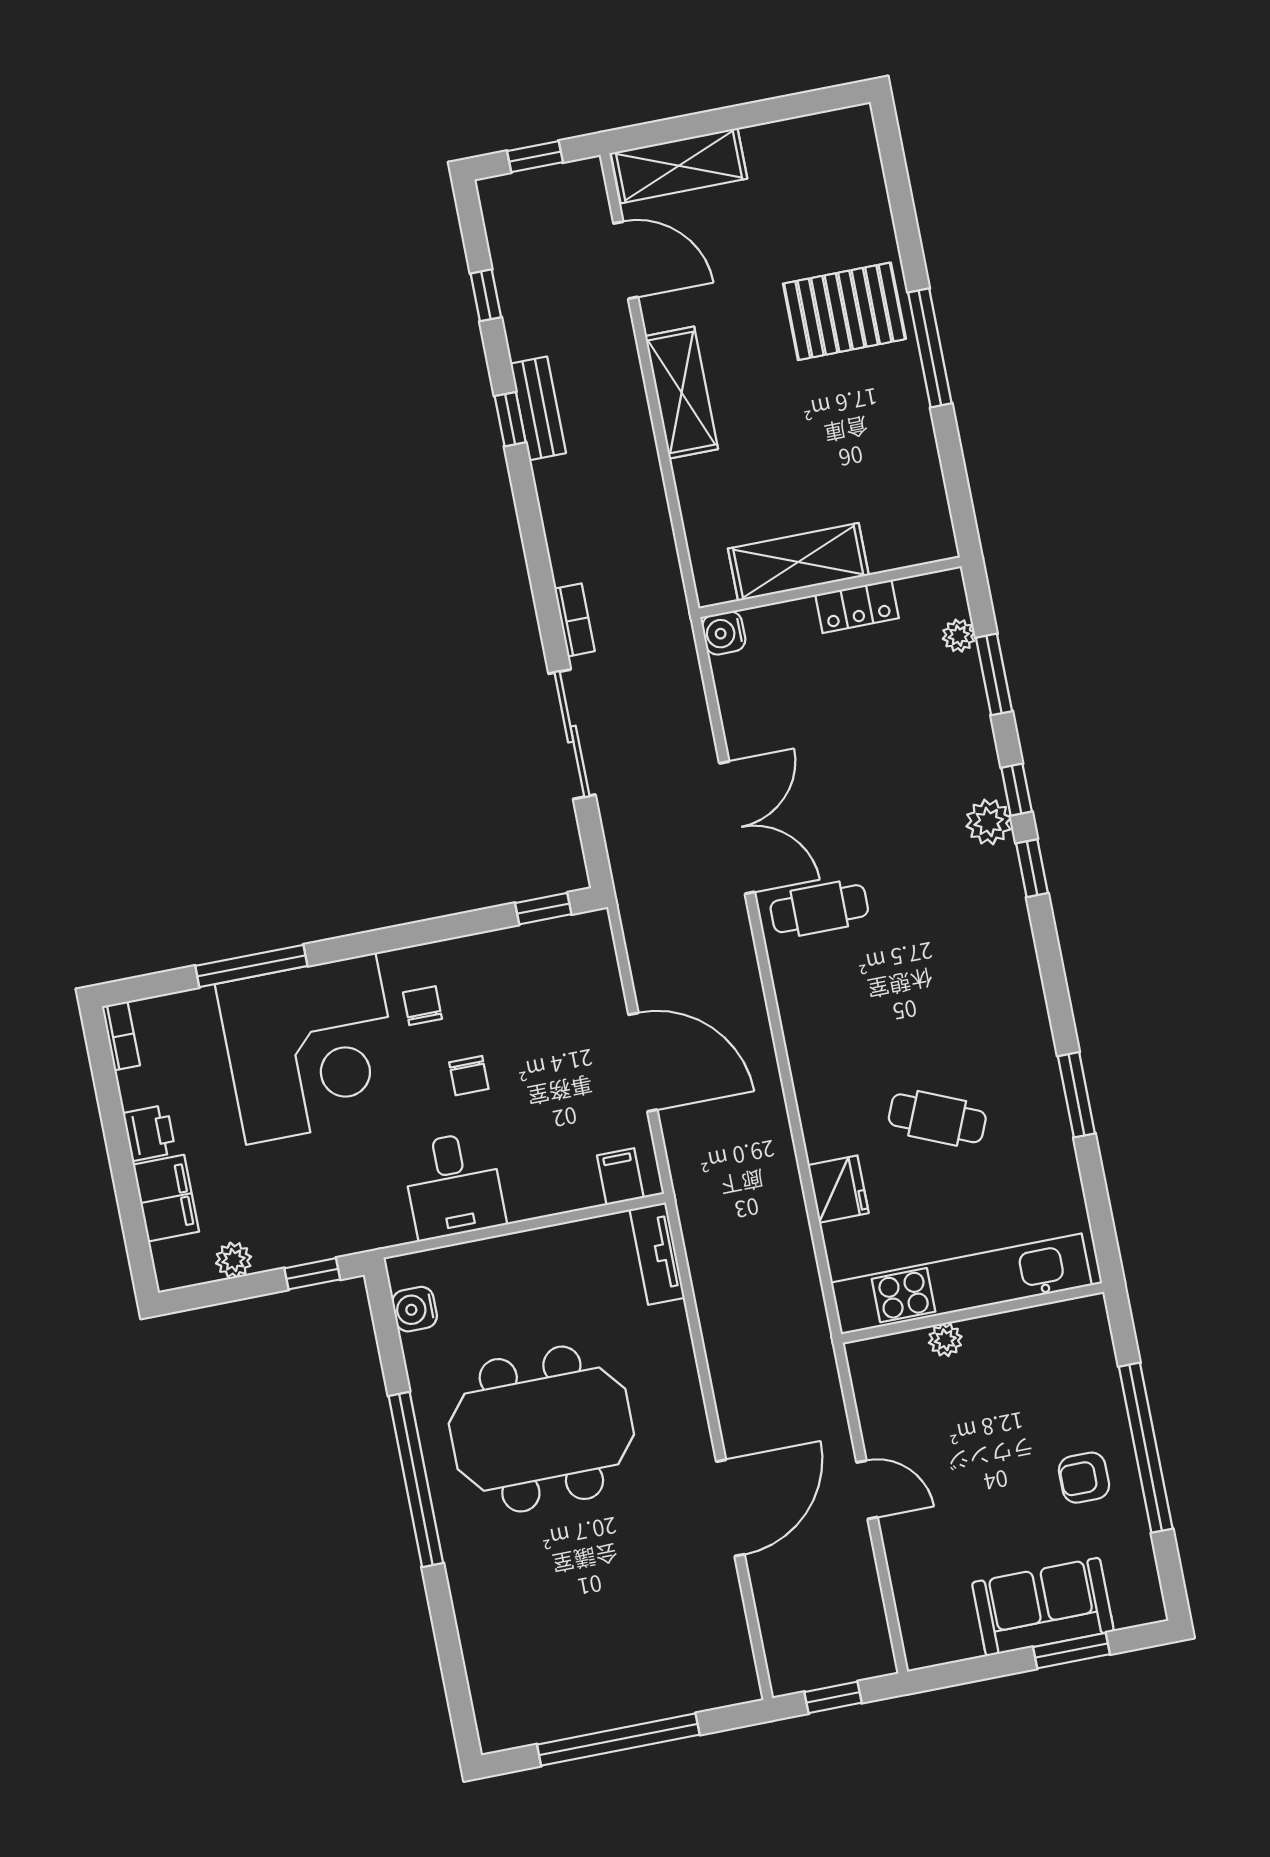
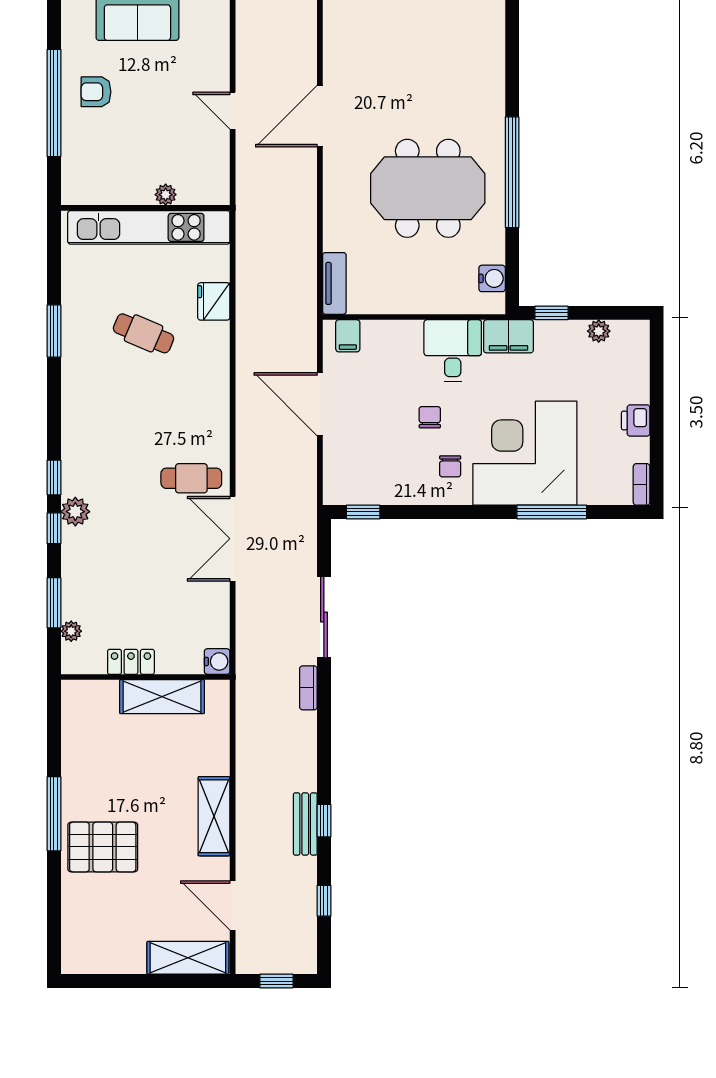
filing cabinet: (166, 1198) -> (508, 336), moved, turned -90
armchair: (1084, 1478) -> (96, 92), turned 180

